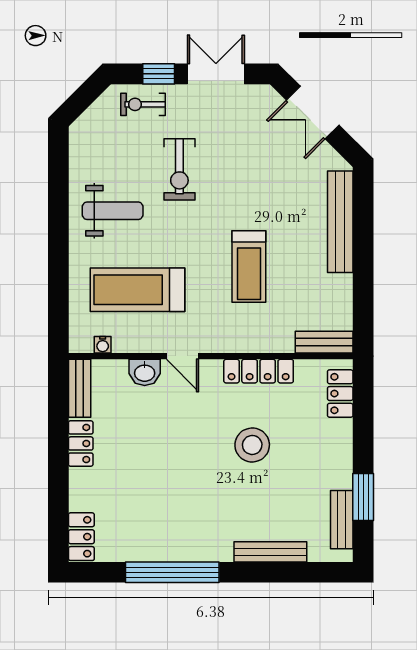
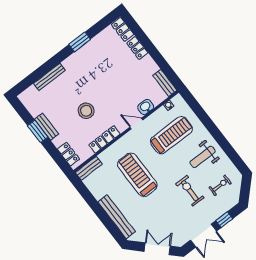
exercise bike: (143, 104) -> (220, 185), moved
treadmill: (249, 267) -> (137, 175), width x1.37, depth x1.38
locker: (81, 443) -> (137, 48), moved
window: (363, 497) -> (38, 131), moved
bench: (342, 520) -> (47, 127), moved
window: (172, 572) -> (80, 42), width x0.47

